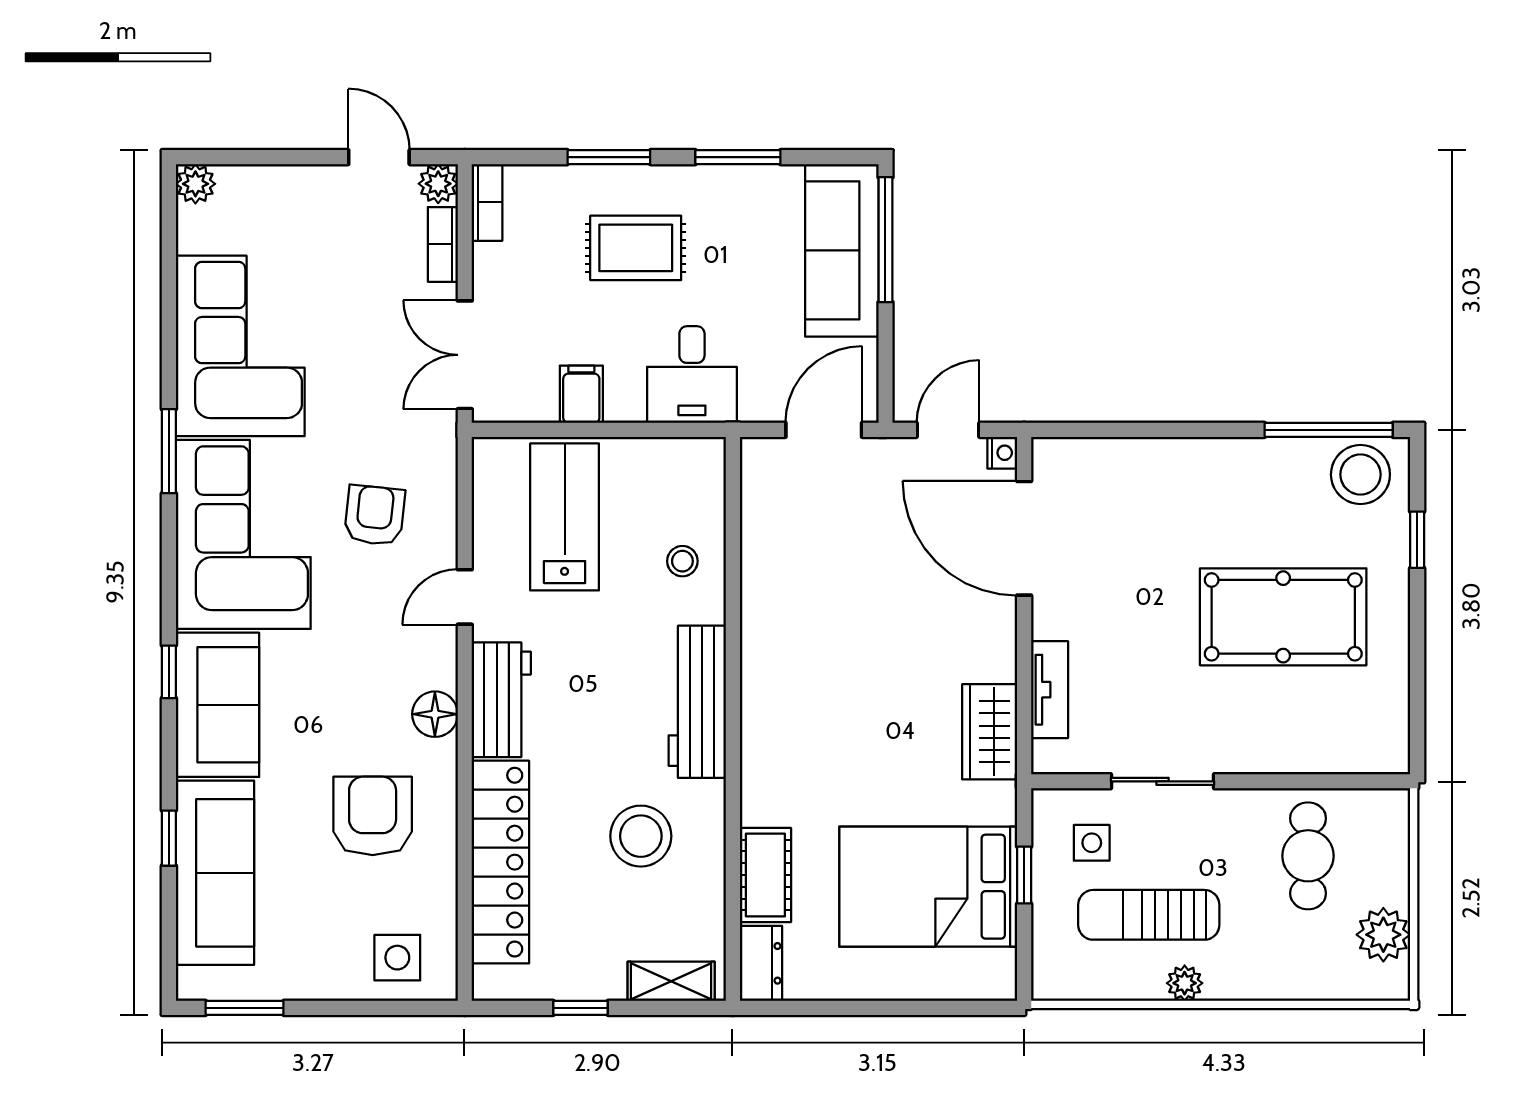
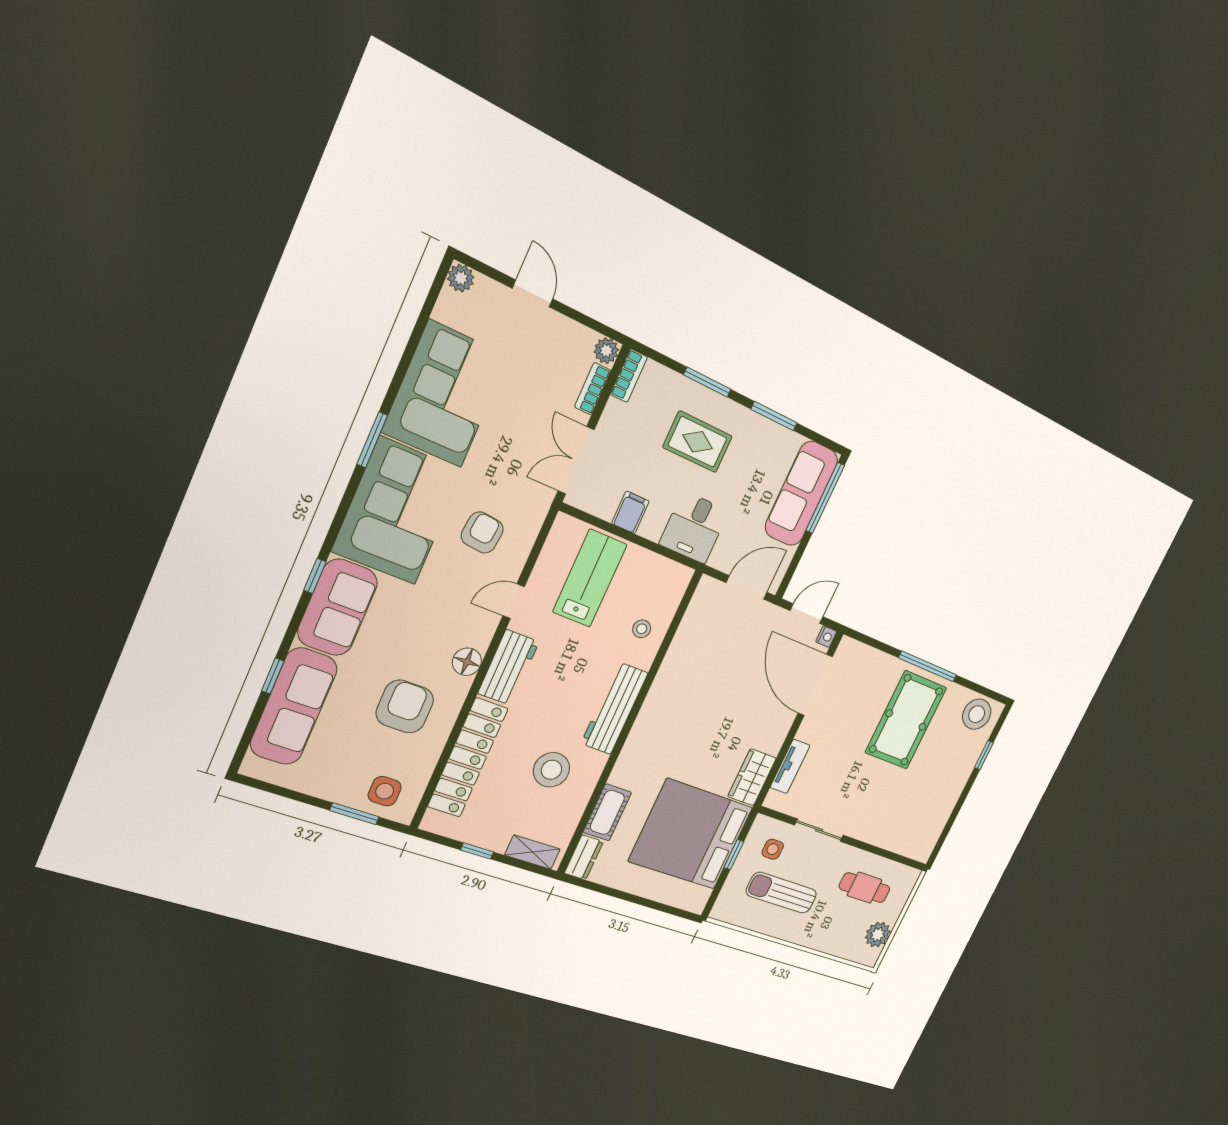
door: (379, 157) -> (533, 294), moved
window: (1329, 430) -> (928, 666), moved
pool table: (1283, 617) -> (906, 720), moved, turned 90
cafe table: (1308, 856) -> (865, 888), turned 90
bed: (928, 887) -> (691, 834), width x1.36
plant: (1185, 983) -> (782, 930), removed
window: (245, 1008) -> (354, 814), moved

